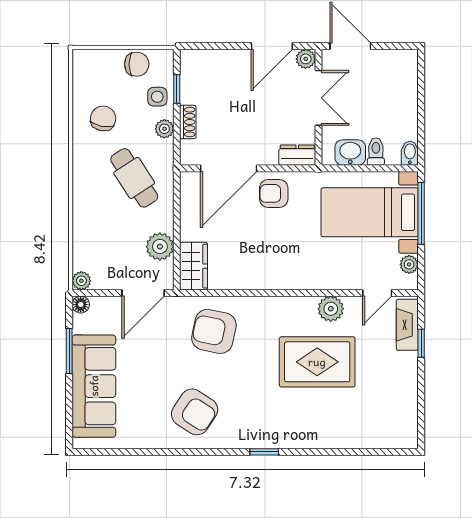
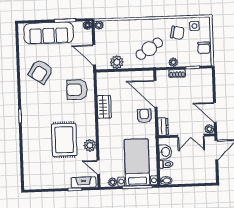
side table: (157, 97) -> (195, 26), moved
wardrobe: (194, 266) -> (104, 107), moved, turned -90
armchair: (214, 331) -> (77, 90), turned -102
armchair: (195, 412) -> (41, 72), moved

